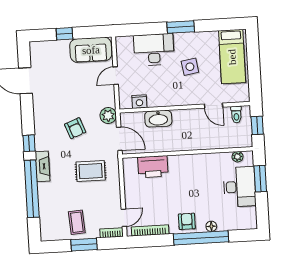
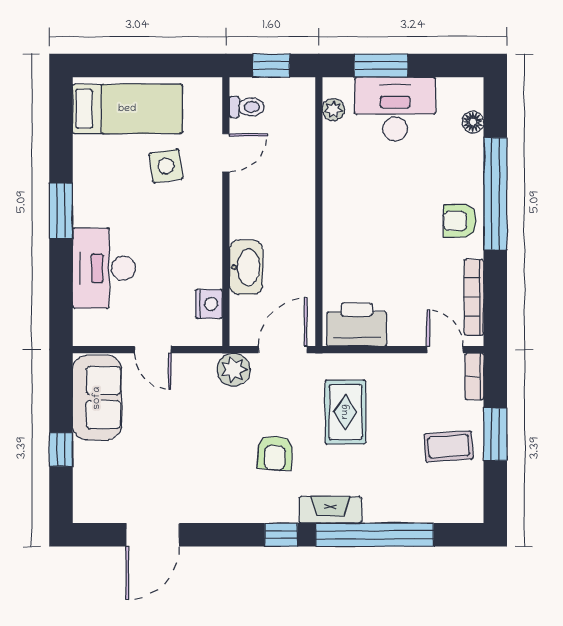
side table: (190, 67) -> (166, 166), moved
armchair: (75, 128) -> (275, 453), moved, turned 114
printer: (153, 167) -> (357, 325), moved, turned -90
floor lamp: (211, 226) -> (473, 122), moved

